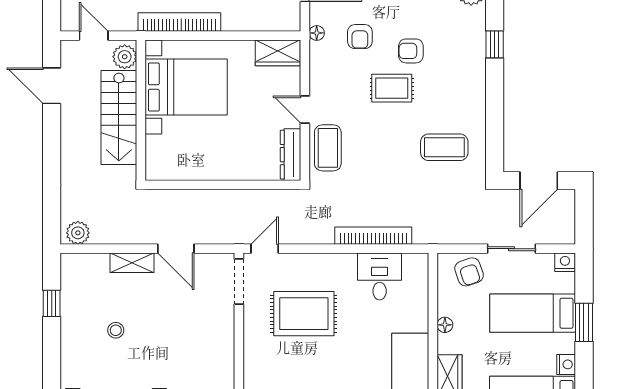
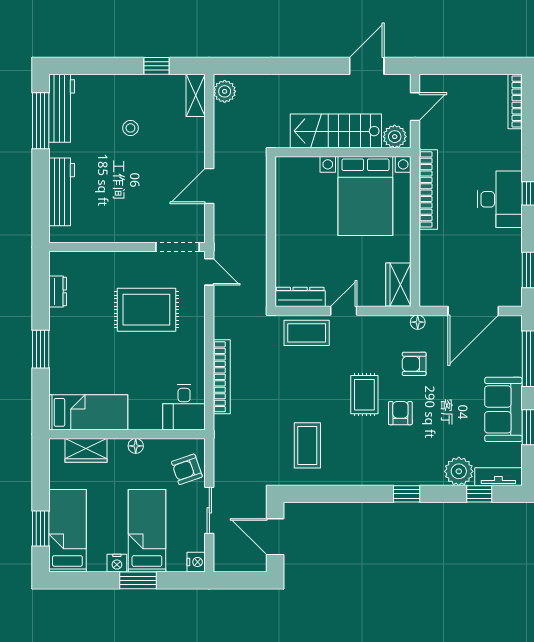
shelving: (132, 263) -> (196, 95), moved
desk: (380, 277) -> (184, 407), moved, turned 90
rug: (304, 314) -> (146, 310), turned 90
nightstand: (566, 364) -> (117, 563), moved

